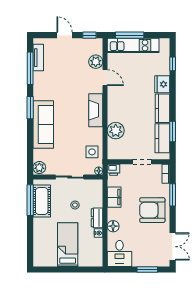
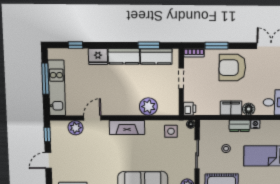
window: (130, 35) -> (45, 79), moved
filing cabinet: (114, 197) -> (231, 108), moved
armchair: (152, 210) -> (232, 68), turned 90

